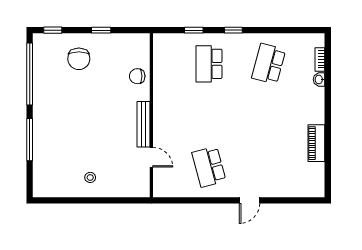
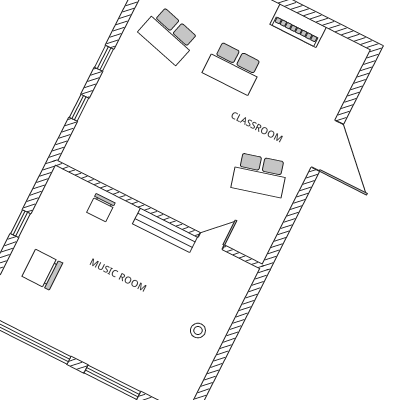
chair: (79, 59) -> (42, 270), turned 180
school desk: (209, 64) -> (233, 68), moved
door: (249, 200) -> (327, 146), width x1.88

